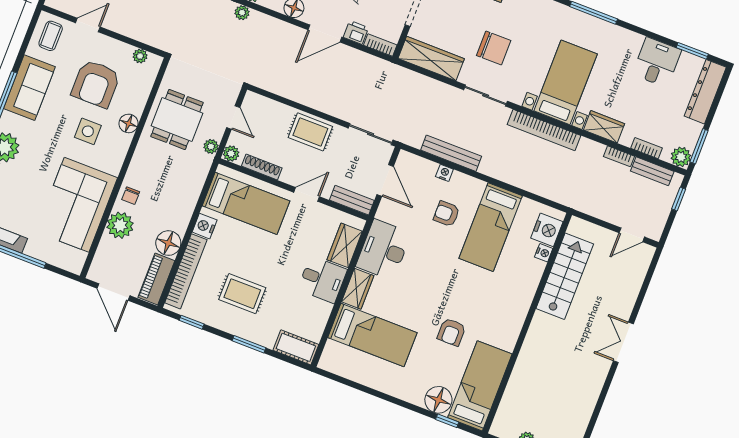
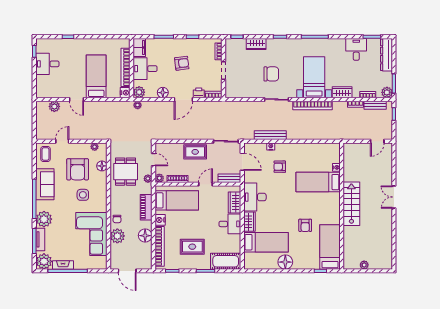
wardrobe: (431, 59) -> (242, 91), removed
floor lamp: (129, 123) -> (102, 166), moved
bed: (491, 227) -> (318, 182), moved, turned 90
nightstand: (547, 230) -> (333, 155), removed
stairs: (565, 276) -> (351, 204), moved
piano: (156, 279) -> (146, 207), moved
cot: (296, 347) -> (226, 261), width x1.37, depth x1.34
floor lamp: (438, 400) -> (285, 262), moved

